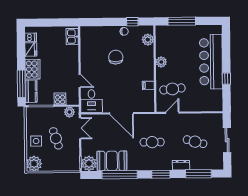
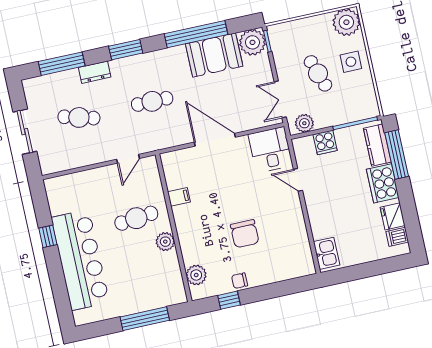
cafe table: (172, 89) -> (136, 218), moved

